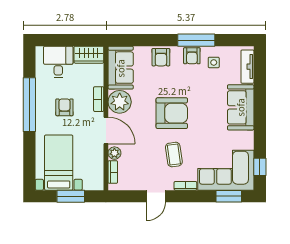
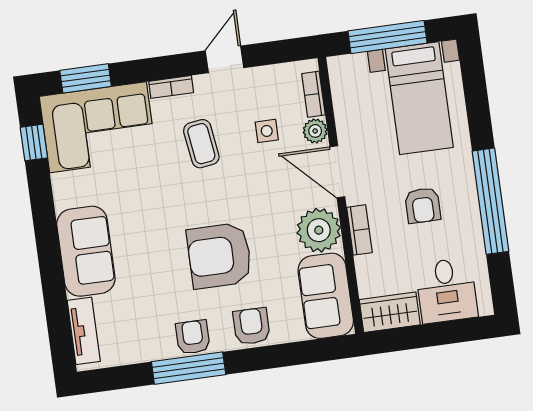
side table: (214, 62) -> (267, 131), moved
armchair: (172, 113) -> (219, 256), moved
window: (71, 196) -> (387, 37), width x1.44

